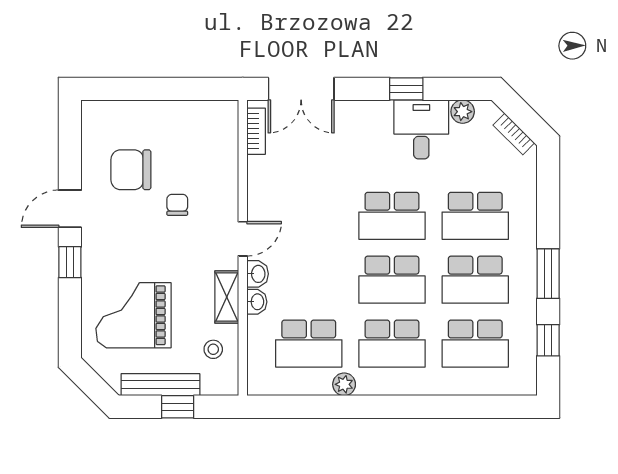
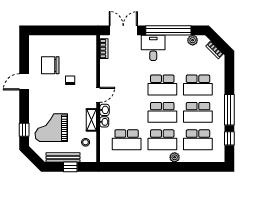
double door: (301, 89) -> (123, 30), swing flipped
window: (406, 89) -> (168, 30), width x3.17
desk: (421, 129) -> (153, 48), moved
window: (70, 262) -> (24, 130), moved
window: (548, 274) -> (229, 110), width x1.44
plant: (344, 384) -> (175, 157), moved

